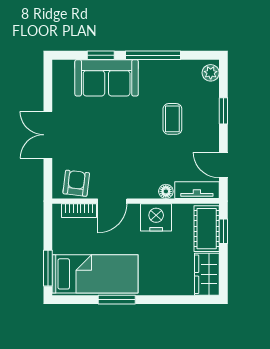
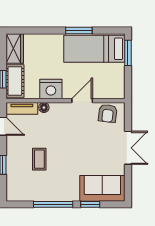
plant: (211, 73) -> (12, 192), removed
sofa: (107, 78) -> (102, 188), moved
bookcase: (79, 211) -> (106, 94), removed

